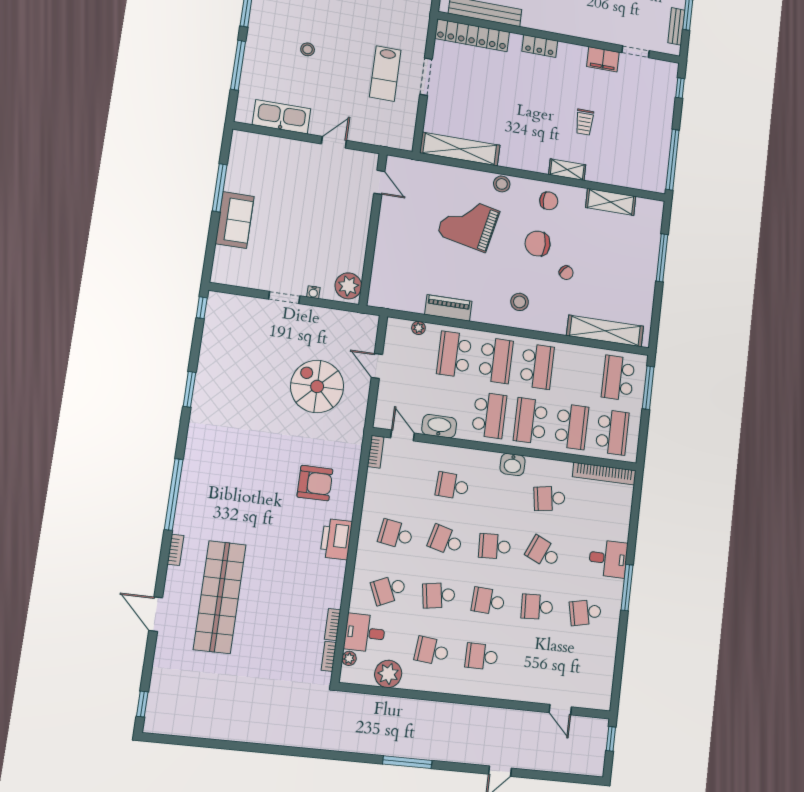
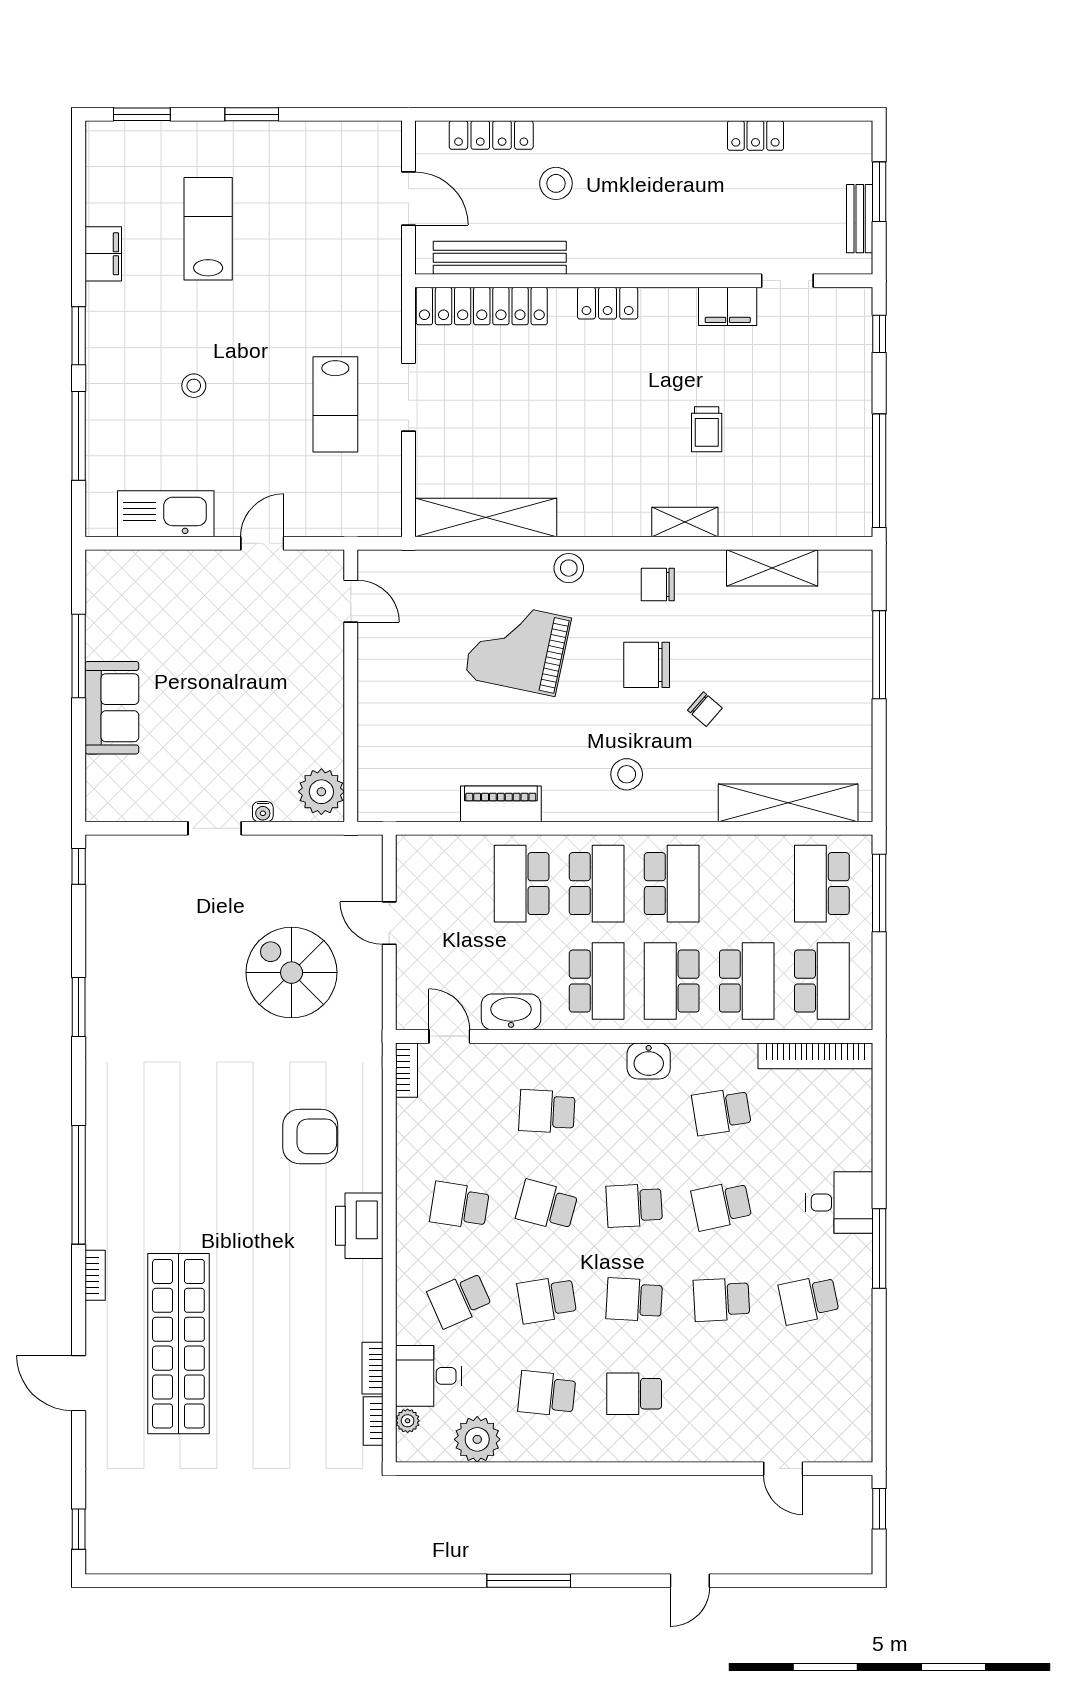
chair: (549, 201) -> (658, 584), turned 180
plant: (418, 328) -> (453, 847), removed
school desk: (543, 552) -> (721, 1205), turned -36

